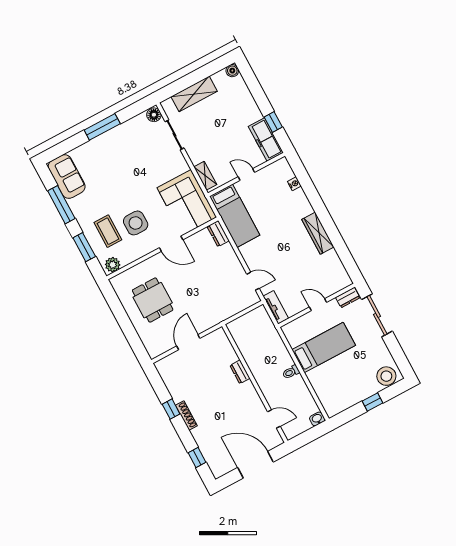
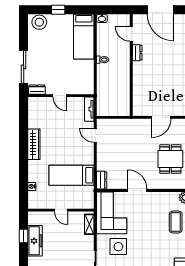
freezer: (266, 140) -> (35, 241), moved
bed: (235, 216) -> (72, 175), moved, turned -90
side table: (136, 223) -> (118, 247), moved
bed: (324, 348) -> (84, 37), moved, turned -90
dresser: (240, 372) -> (137, 53), moved

